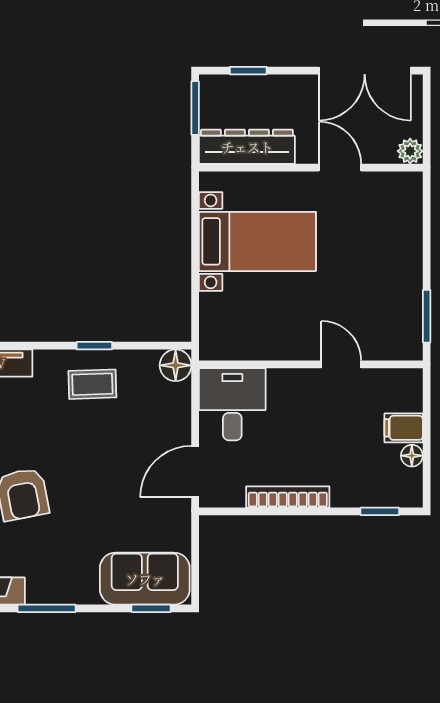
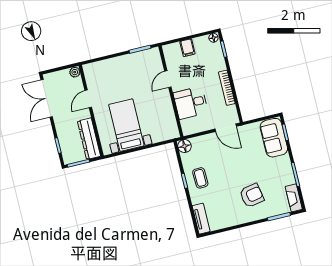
double door: (365, 71) -> (47, 98), swing flipped
desk: (232, 404) -> (191, 103), moved
floor lamp: (412, 456) -> (213, 38), moved

